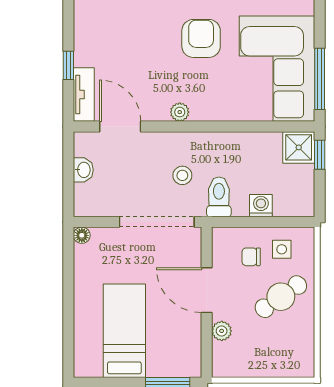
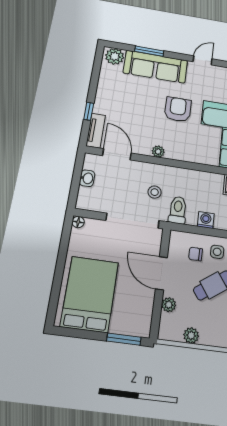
bed: (124, 331) -> (90, 294), width x1.50
plant: (256, 367) -> (191, 335), added

